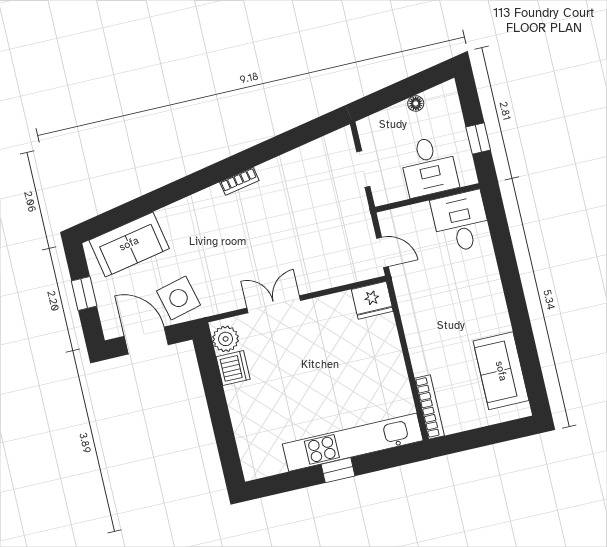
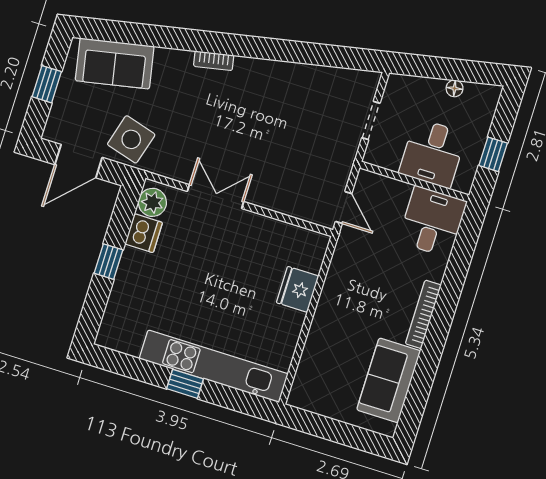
bookcase: (239, 181) -> (214, 61), moved
side table: (179, 298) -> (131, 139), turned 30
fridge: (372, 300) -> (298, 289), moved, turned 90
door: (146, 341) -> (78, 161), swing flipped
bookcase: (429, 407) -> (423, 314), moved, turned 180
window: (218, 408) -> (108, 262), added

